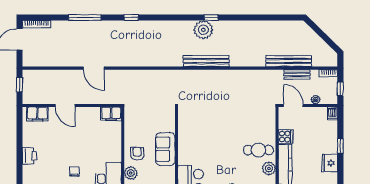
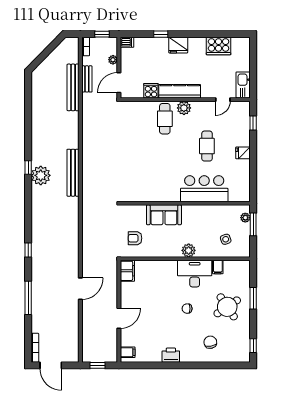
filing cabinet: (37, 114) -> (128, 352), width x0.50
armchair: (137, 154) -> (135, 238), moved

